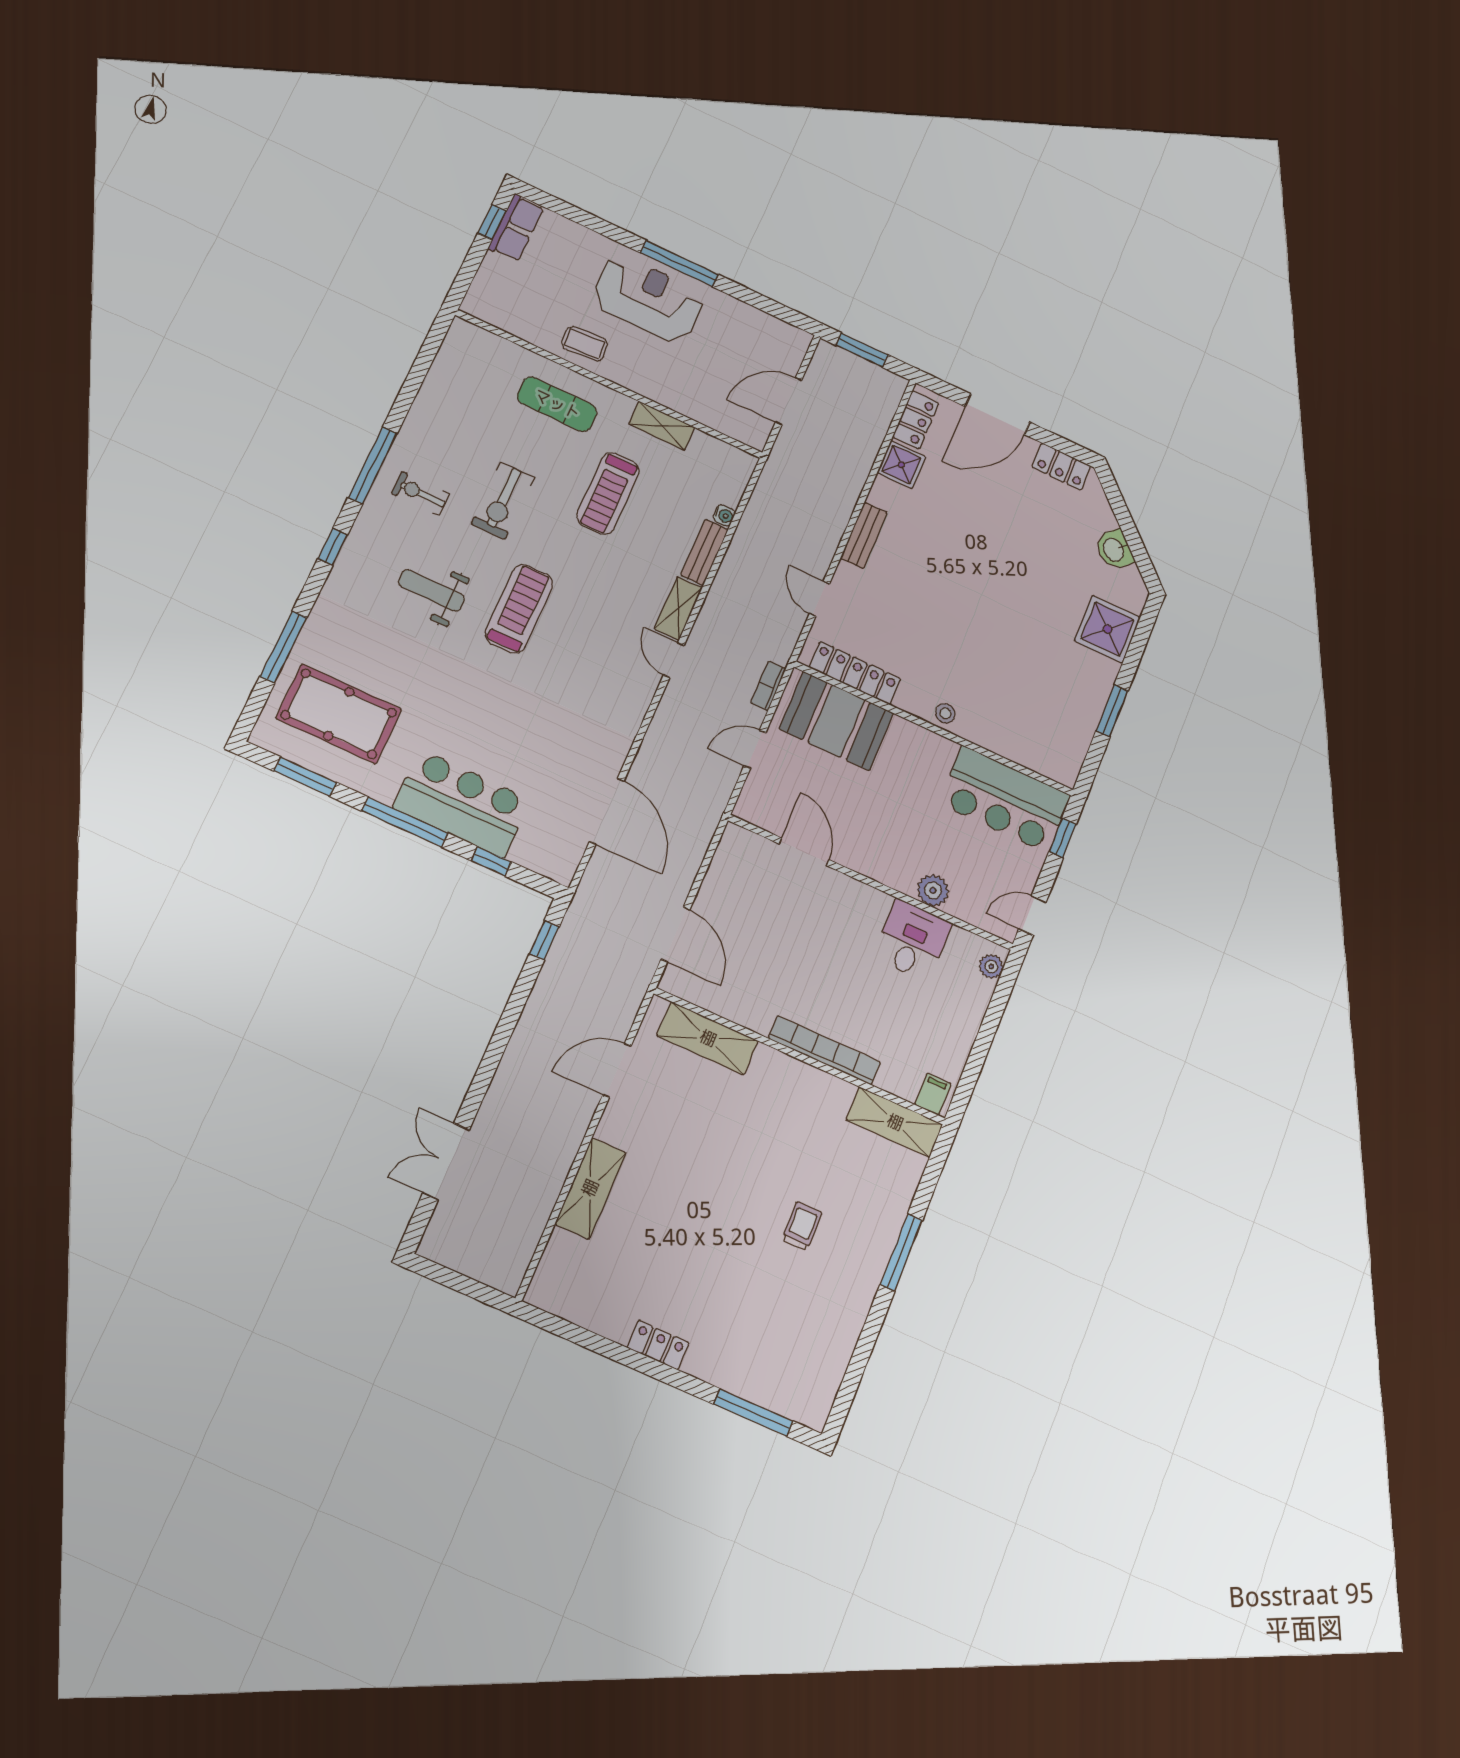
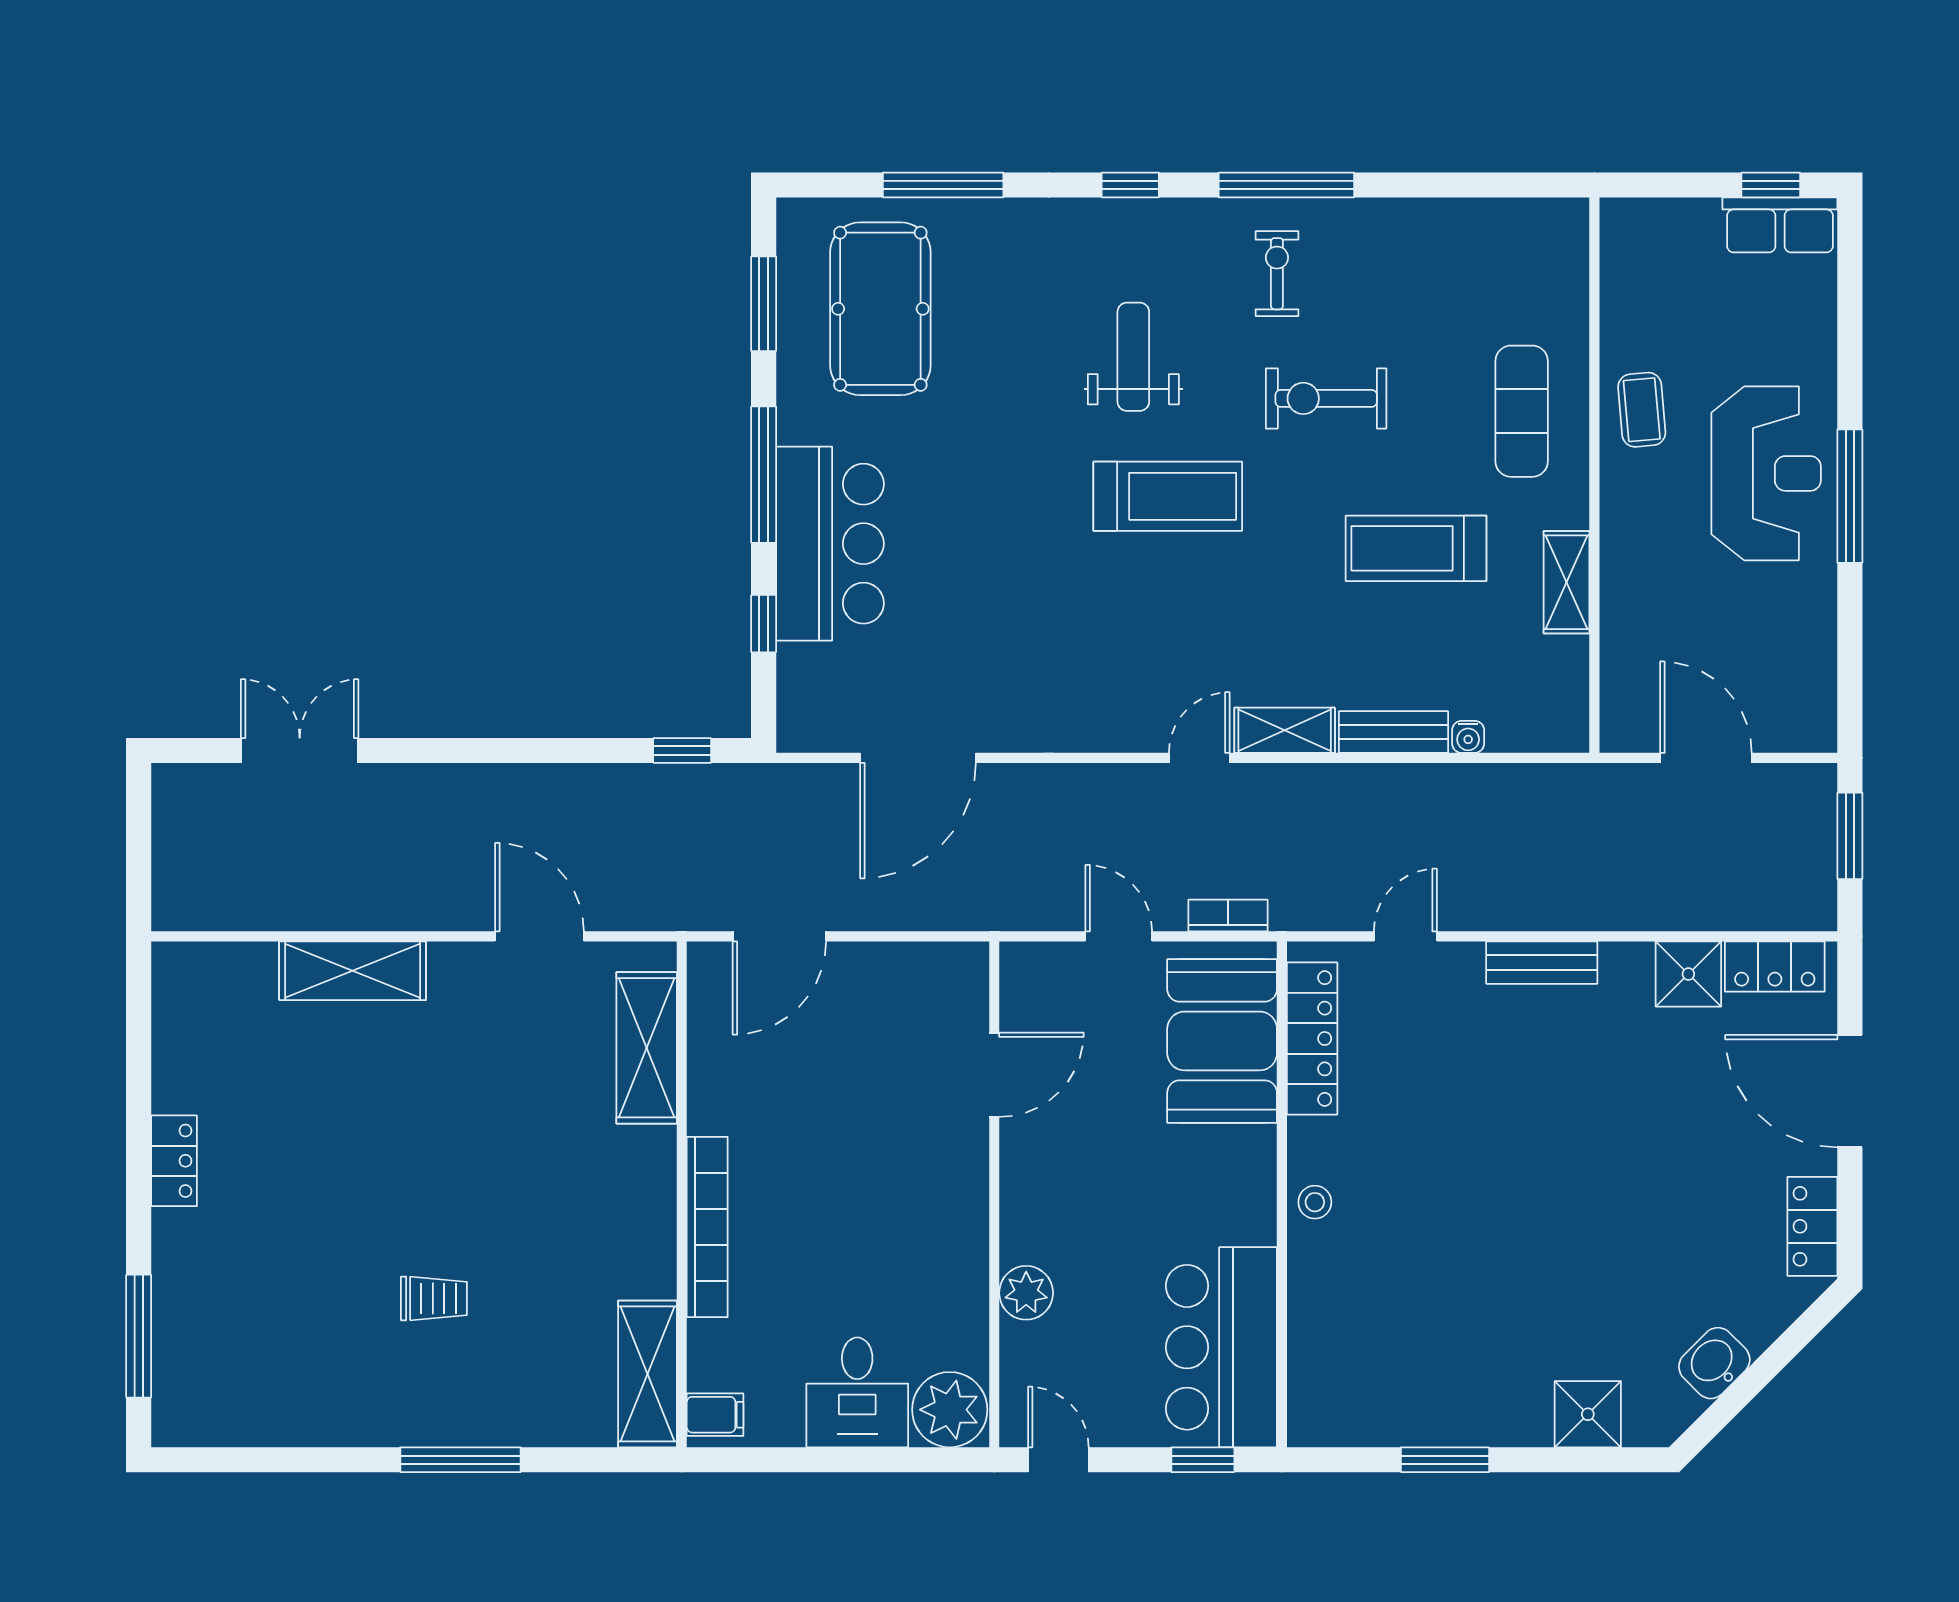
shower: (1108, 629) -> (1588, 1414), width x0.73, depth x0.73
desk: (912, 940) -> (857, 1392), moved, turned 90
plant: (991, 966) -> (950, 1410), width x1.88, depth x1.88

